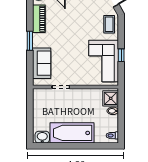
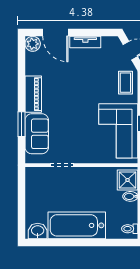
piano: (39, 19) -> (33, 94), moved
window: (30, 41) -> (21, 124), moved

